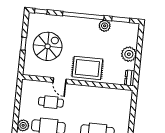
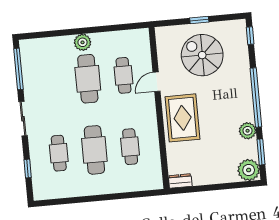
spiral stairs: (48, 46) -> (202, 55), turned 180
plant: (129, 54) -> (249, 170), moved
cafe table: (100, 107) -> (130, 147), added

